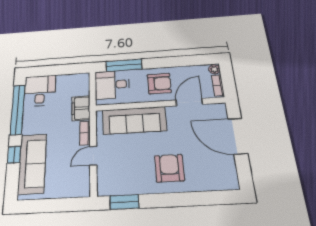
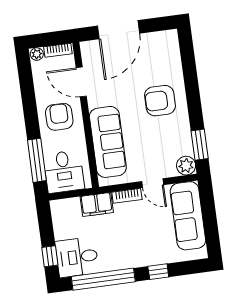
window: (45, 71) -> (50, 256), added
sofa: (32, 163) -> (188, 216), moved, turned -90
plant: (106, 187) -> (186, 166), added

